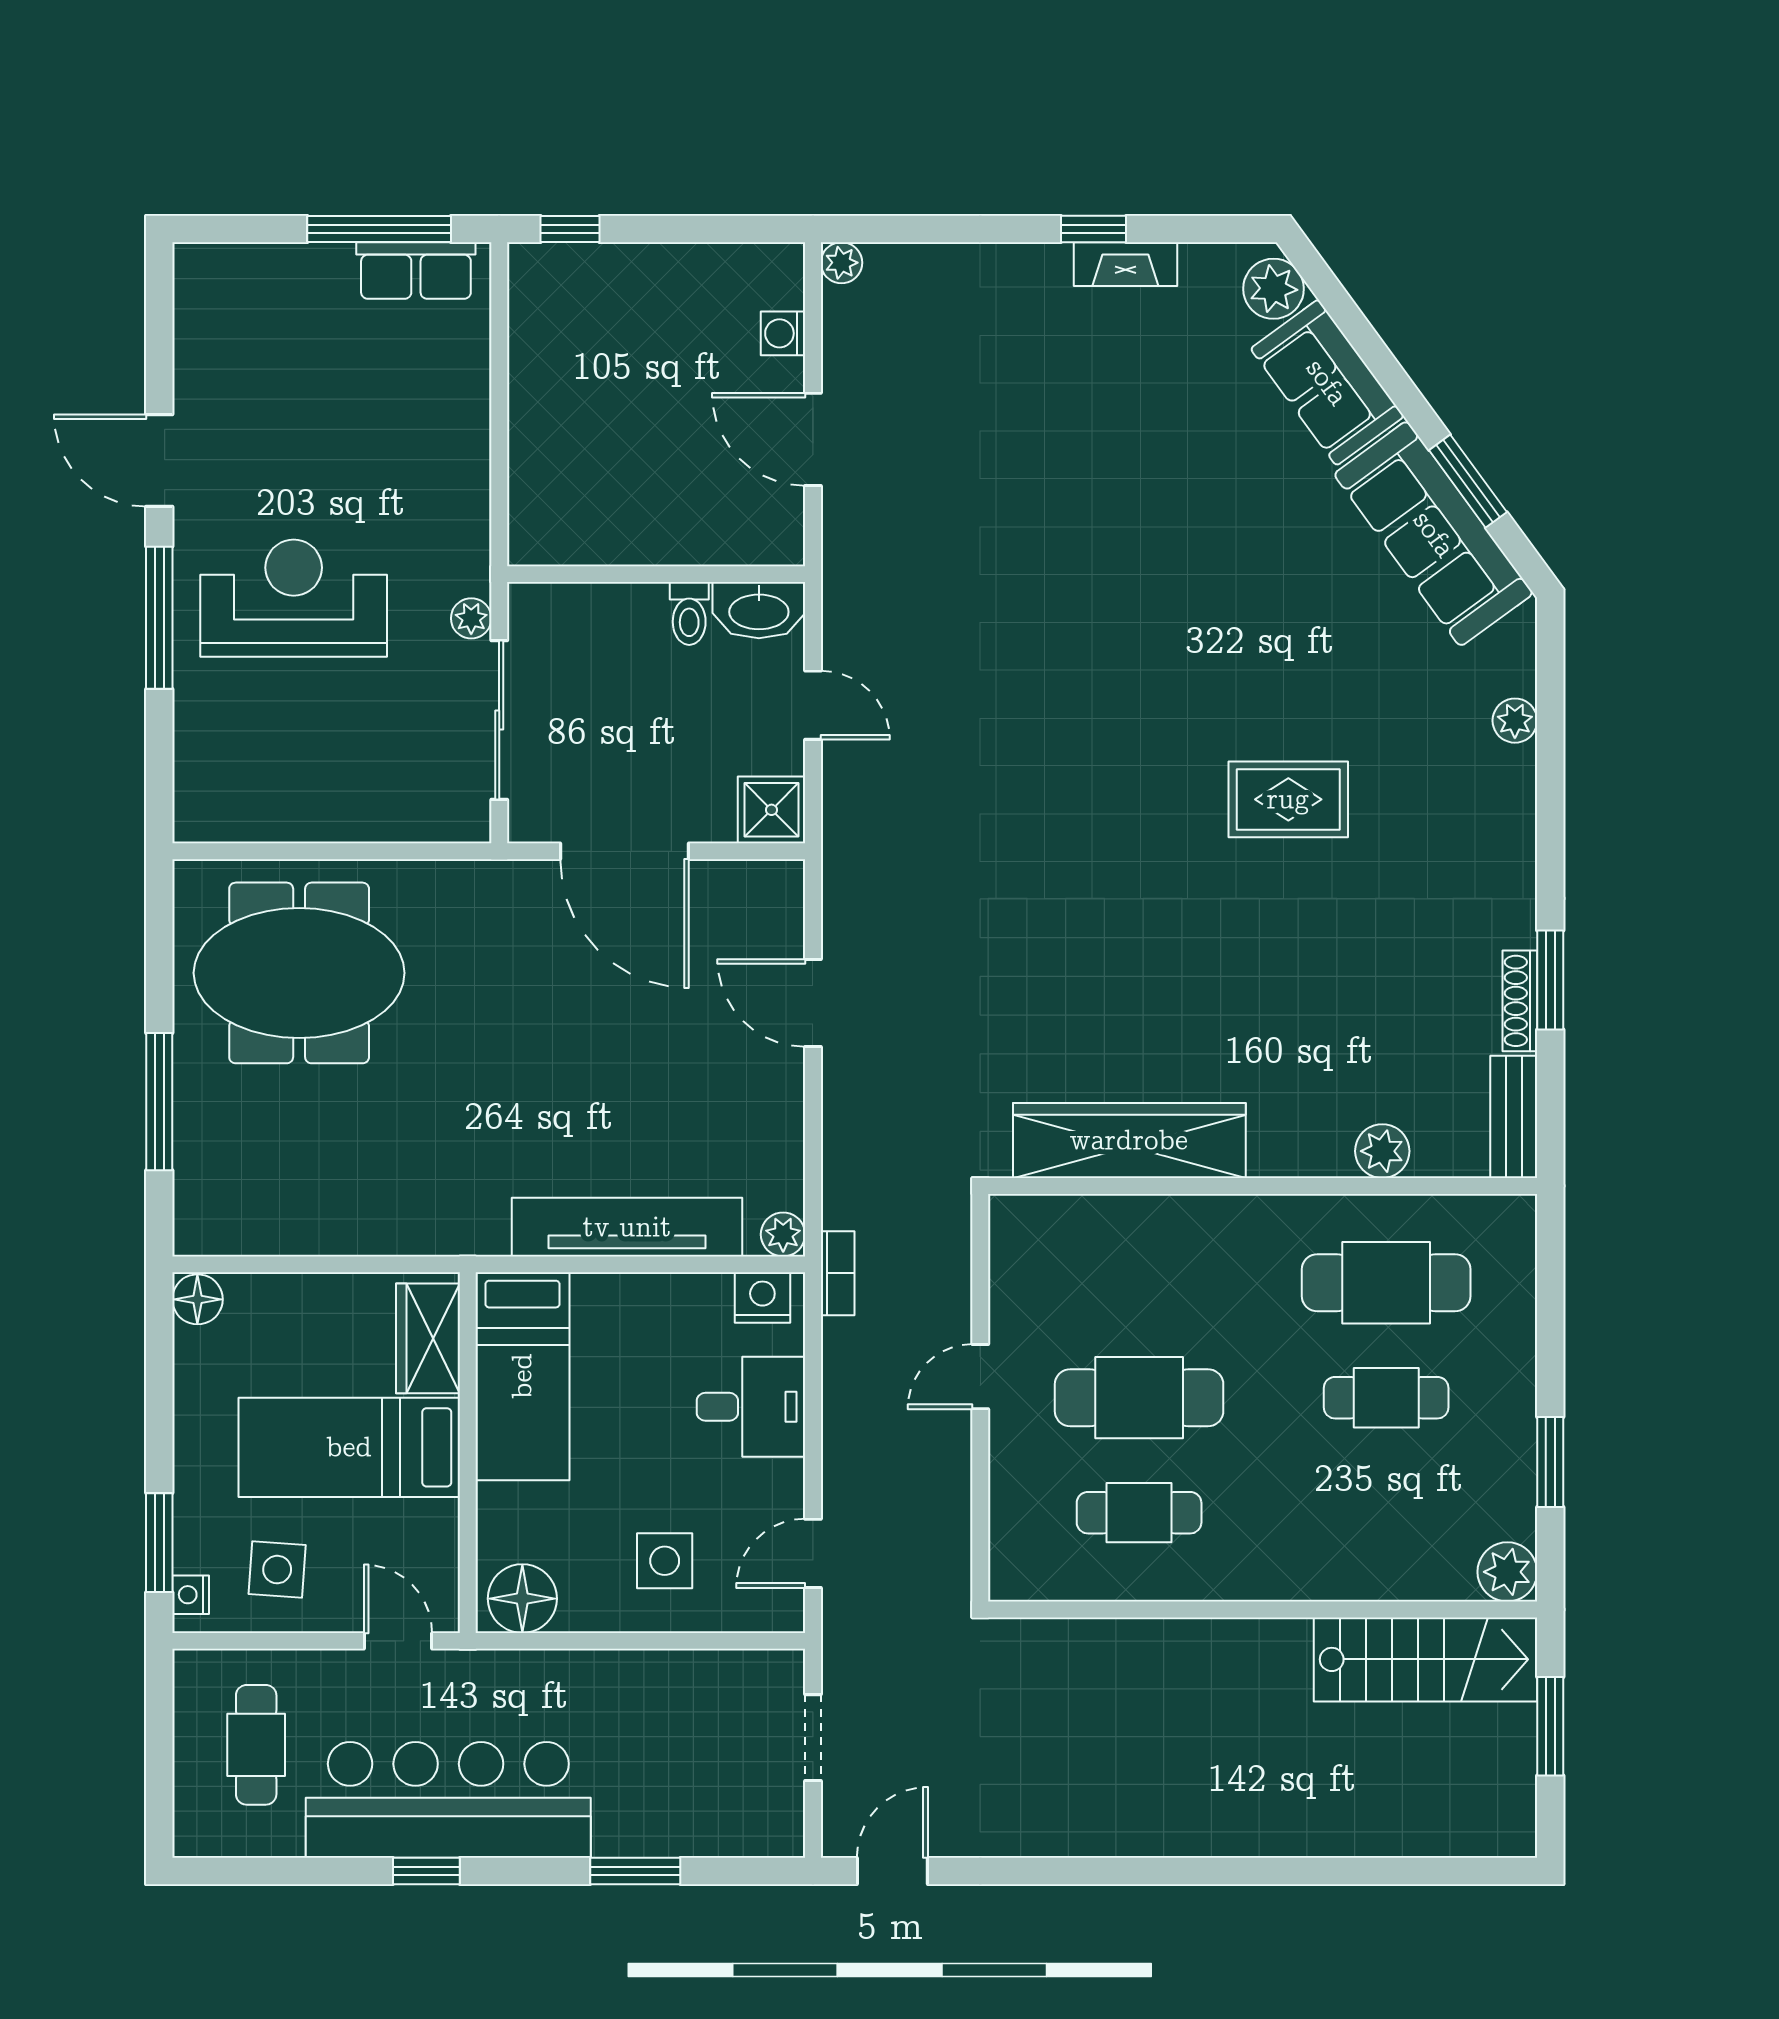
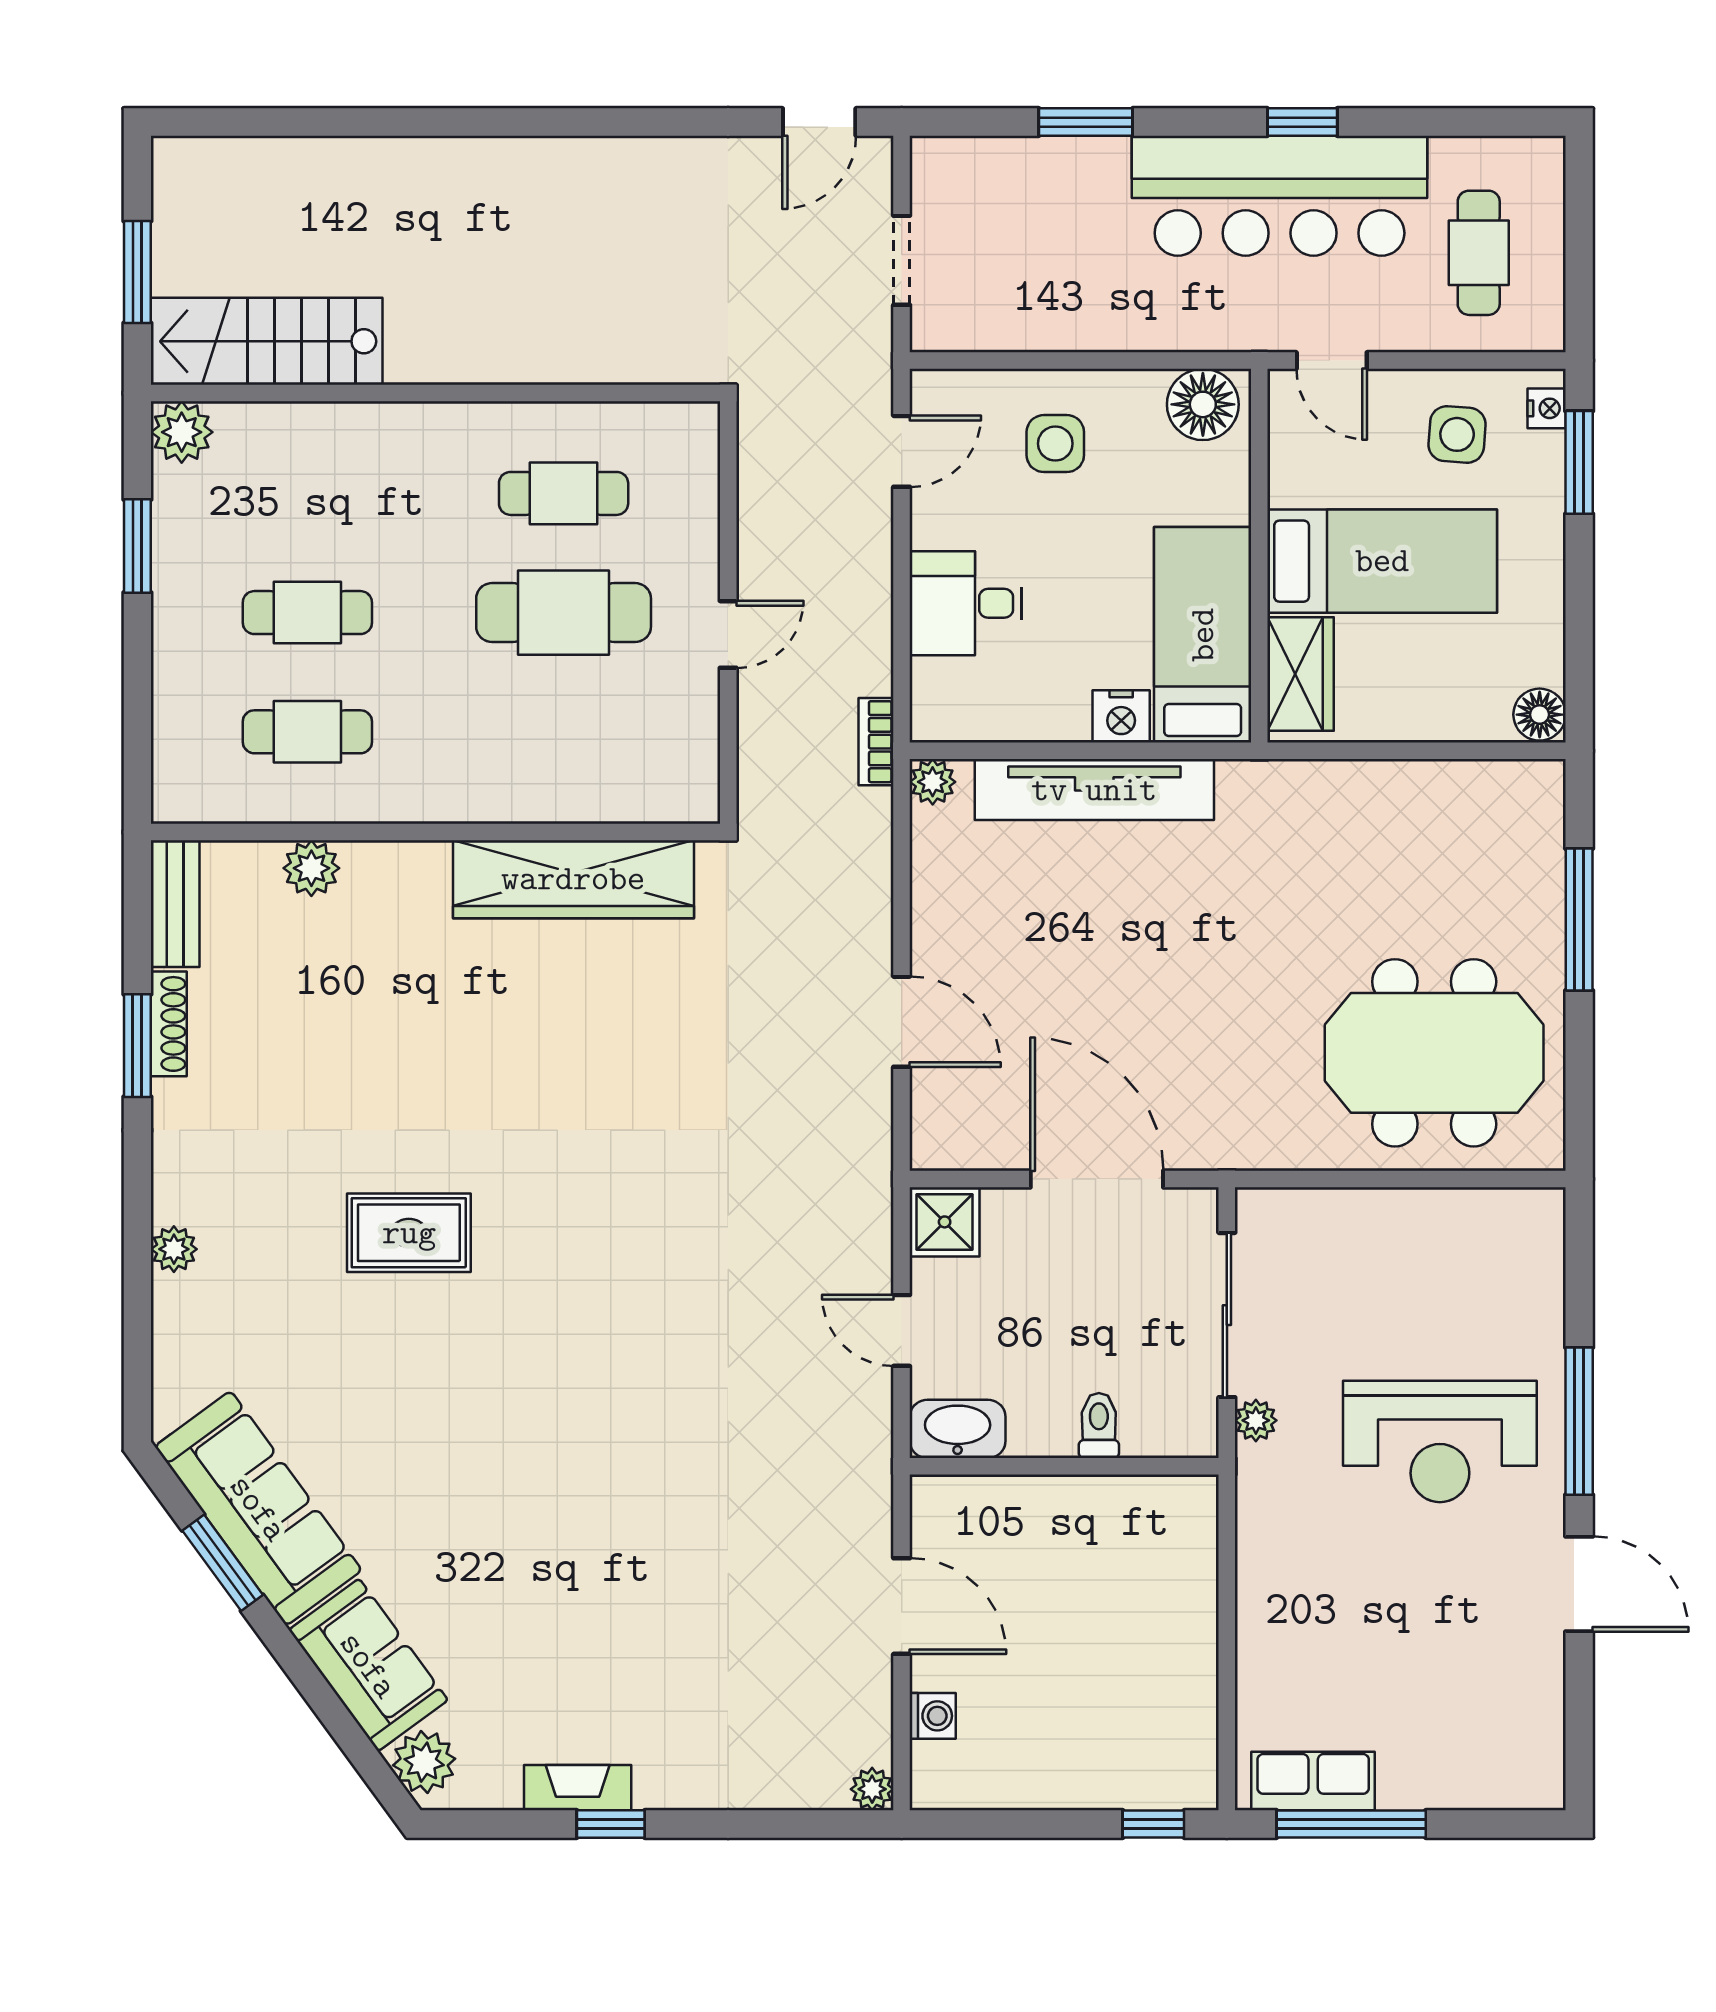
toilet: (689, 613) -> (1099, 1425), moved
plant: (1515, 721) -> (174, 1249), moved
cafe table: (1386, 1283) -> (307, 732), width x0.73, depth x0.74
nightstand: (762, 1298) -> (1121, 716), moved

